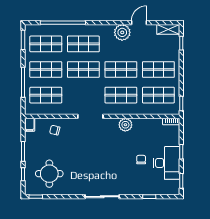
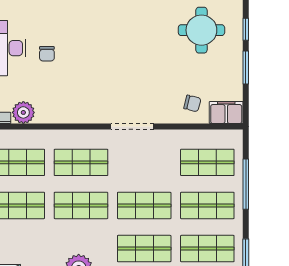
filing cabinet: (30, 125) -> (226, 112), width x2.00
plant: (125, 125) -> (23, 112), moved

